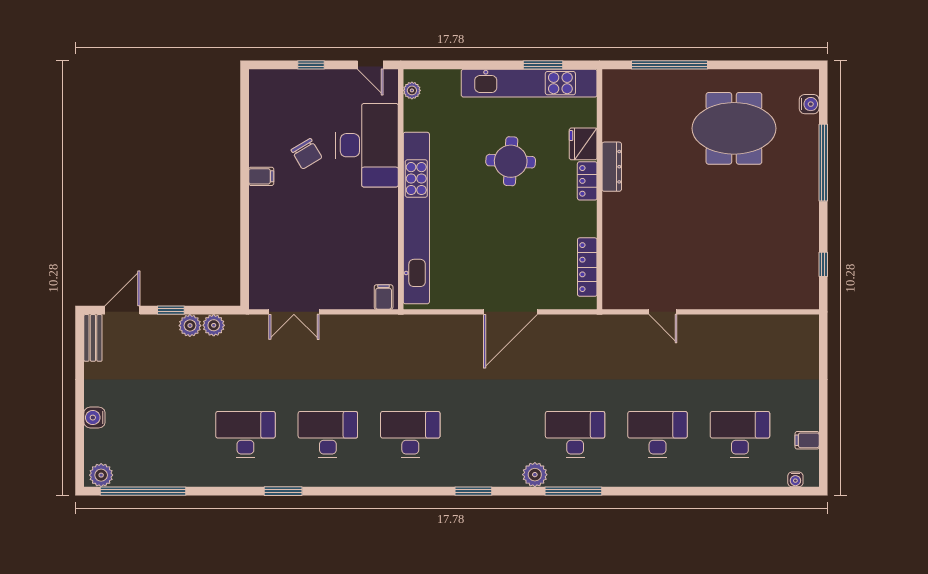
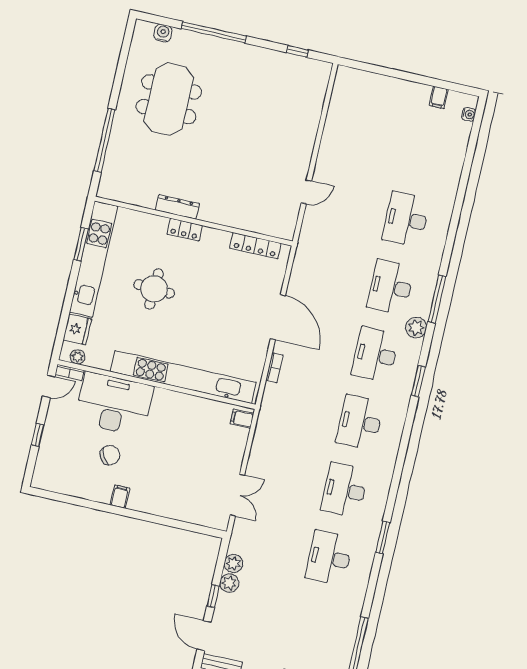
bookcase: (392, 85) -> (70, 372), added
fridge: (583, 144) -> (77, 329), moved, turned -90
bookcase: (451, 321) -> (274, 368), added
desk: (740, 435) -> (375, 355), moved

